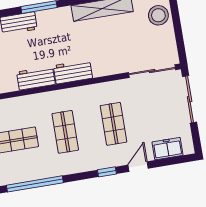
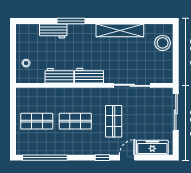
sliding door: (152, 71) -> (132, 85), moved
shop shelf: (65, 132) -> (75, 121), turned 90
freezer: (168, 149) -> (152, 147), width x1.40

